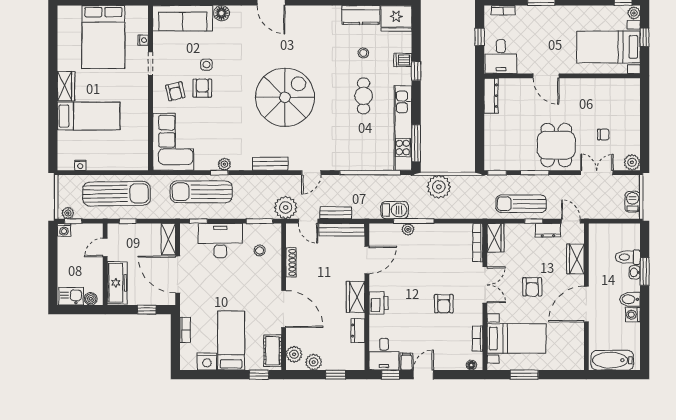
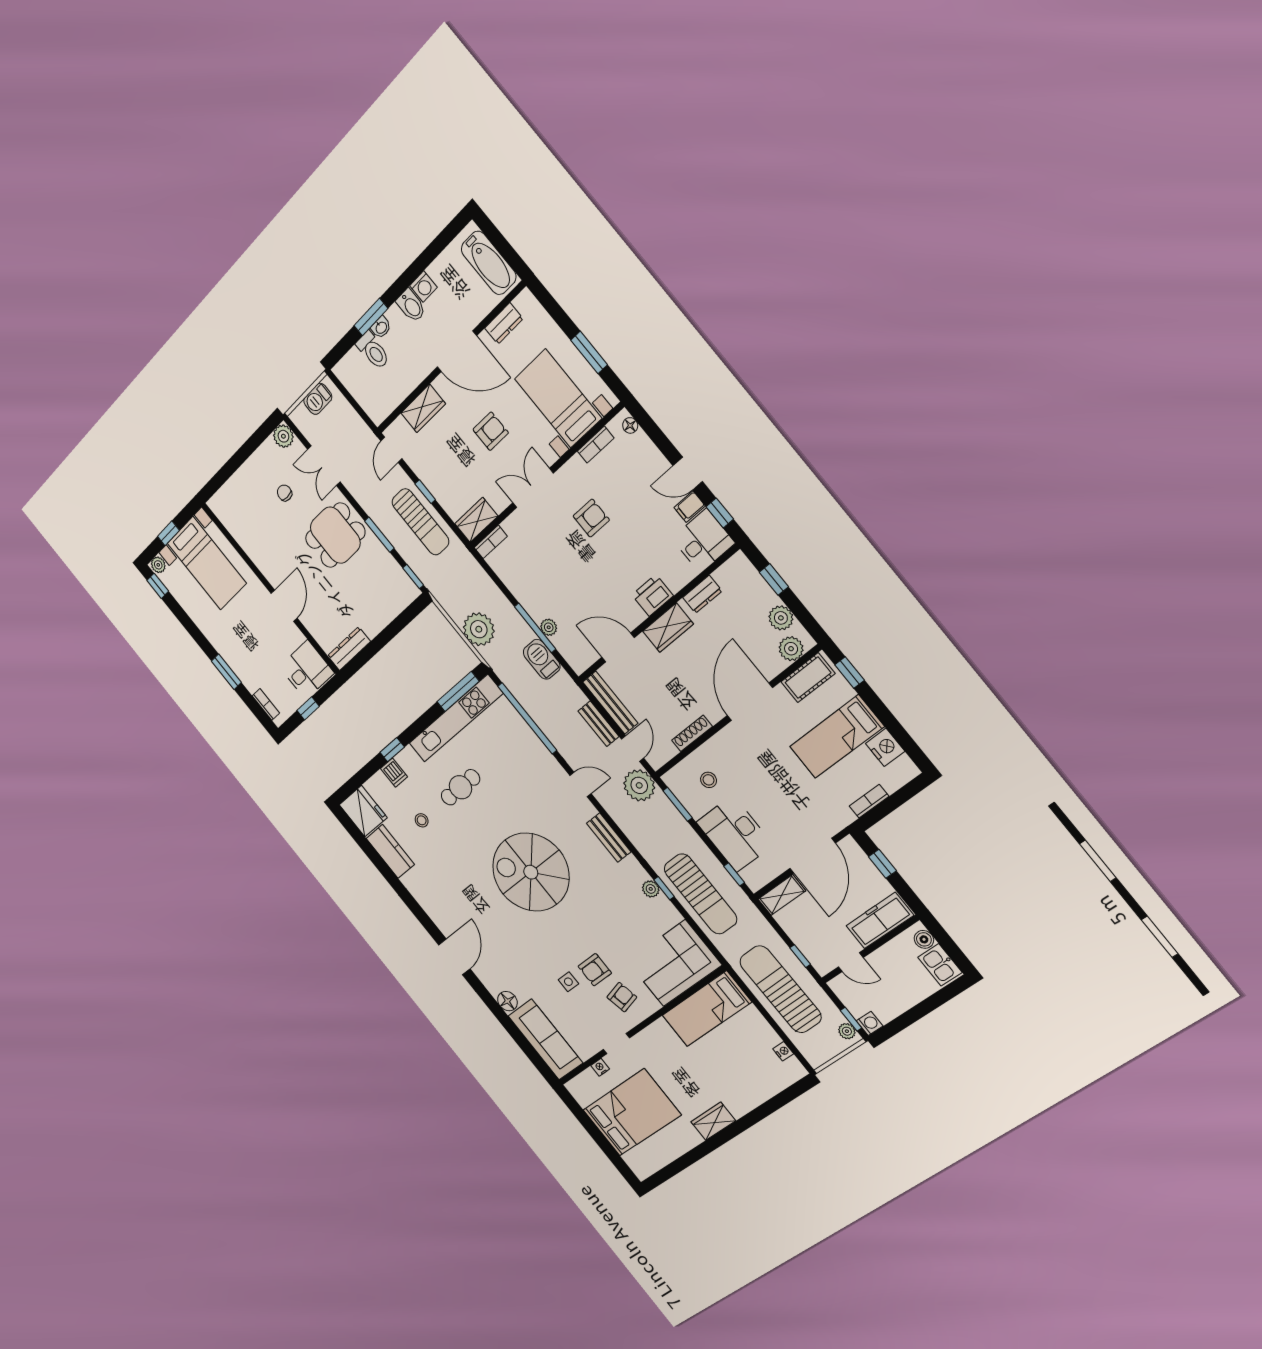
bed: (89, 116) -> (707, 1009), moved, turned -90
dresser: (548, 230) -> (504, 323), moved, turned 90
bookcase: (478, 243) -> (491, 542), width x0.64

